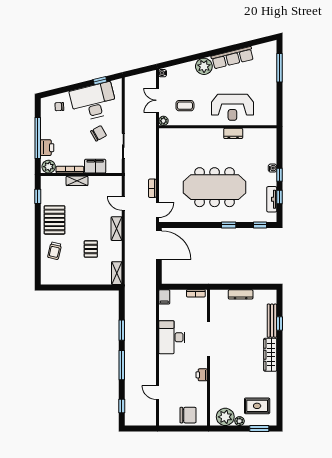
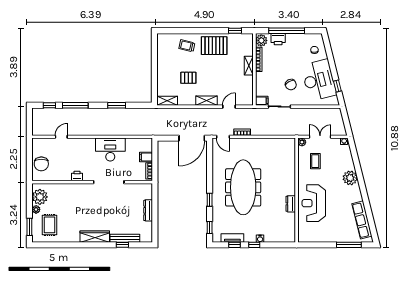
row of seats: (232, 58) -> (362, 220), moved
filing cabinet: (95, 166) -> (262, 101), moved, width x0.50
filing cabinet: (164, 297) -> (146, 157), moved
window: (122, 365) -> (75, 105), moved

